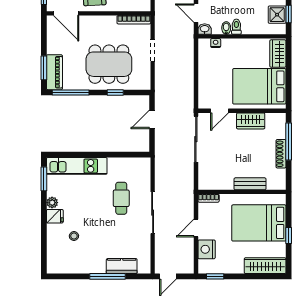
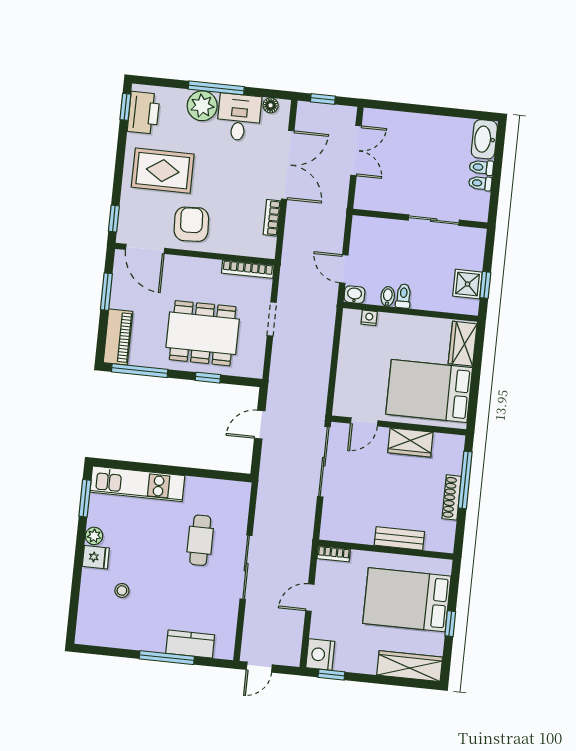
window: (44, 68) -> (106, 292), moved
nightstand: (207, 249) -> (320, 655), moved

